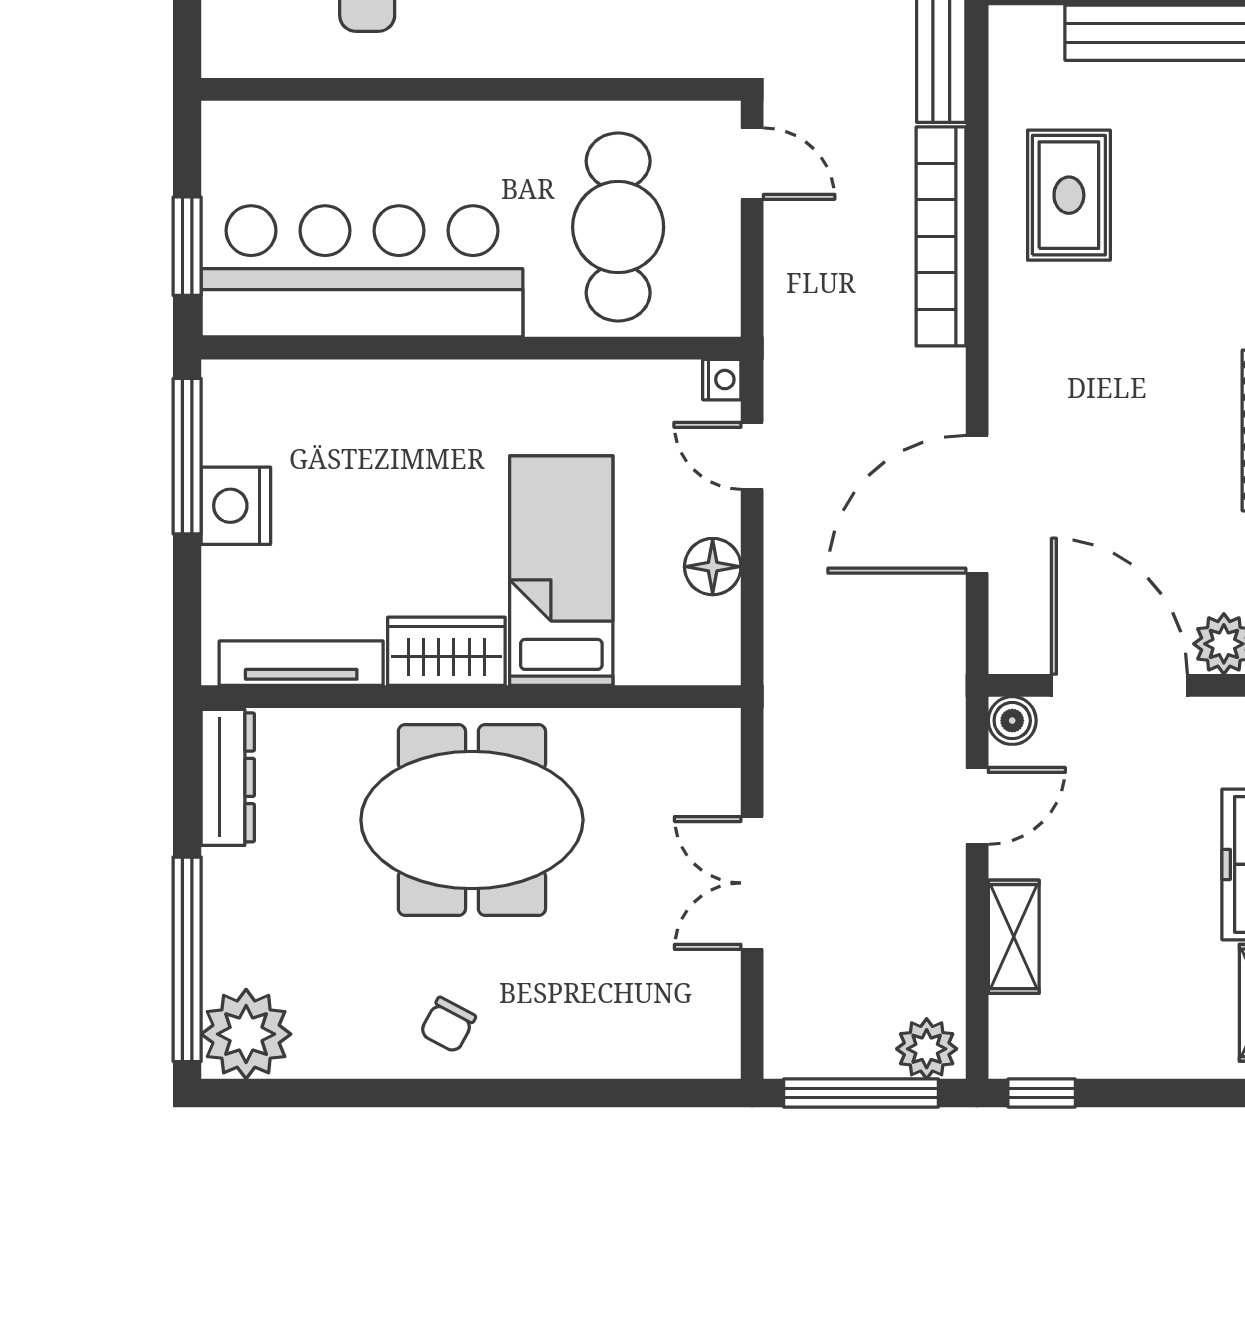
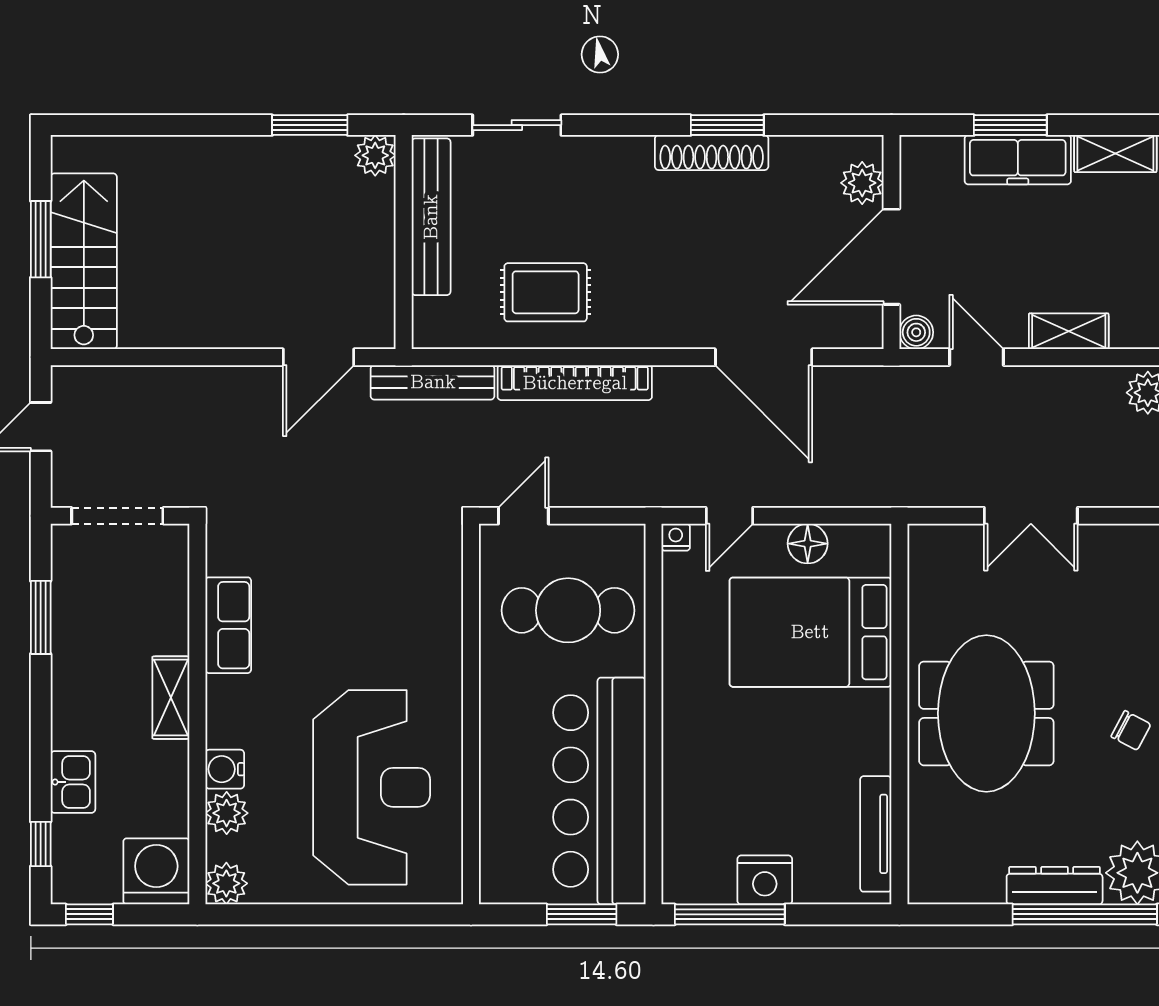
bed: (561, 571) -> (810, 632), width x1.50
wardrobe: (446, 651) -> (867, 731), removed
dresser: (228, 777) -> (1055, 886), moved

